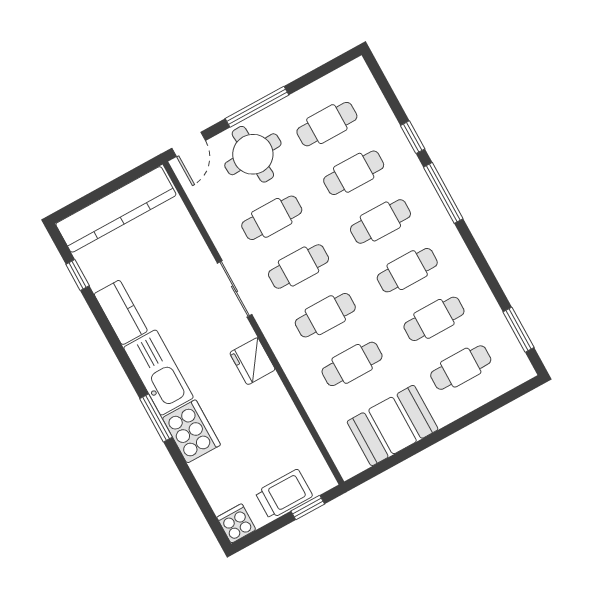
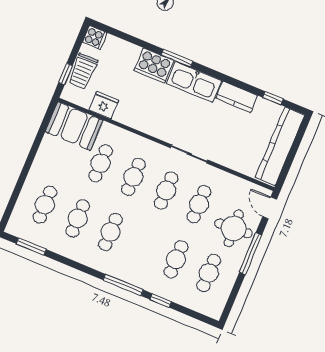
cafe table: (380, 221) -> (143, 246), removed
fridge: (252, 361) -> (104, 105), moved
booth: (393, 425) -> (74, 126), moved, turned 90

